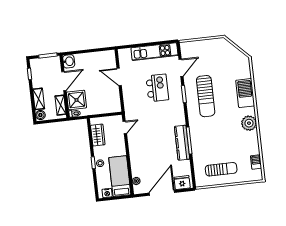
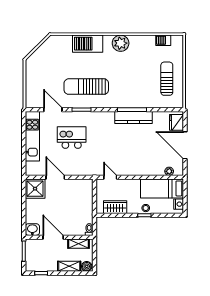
door: (119, 77) -> (55, 177), swing flipped
sun lounger: (206, 96) -> (86, 87), turned 180
shower: (77, 100) -> (35, 189), moved

